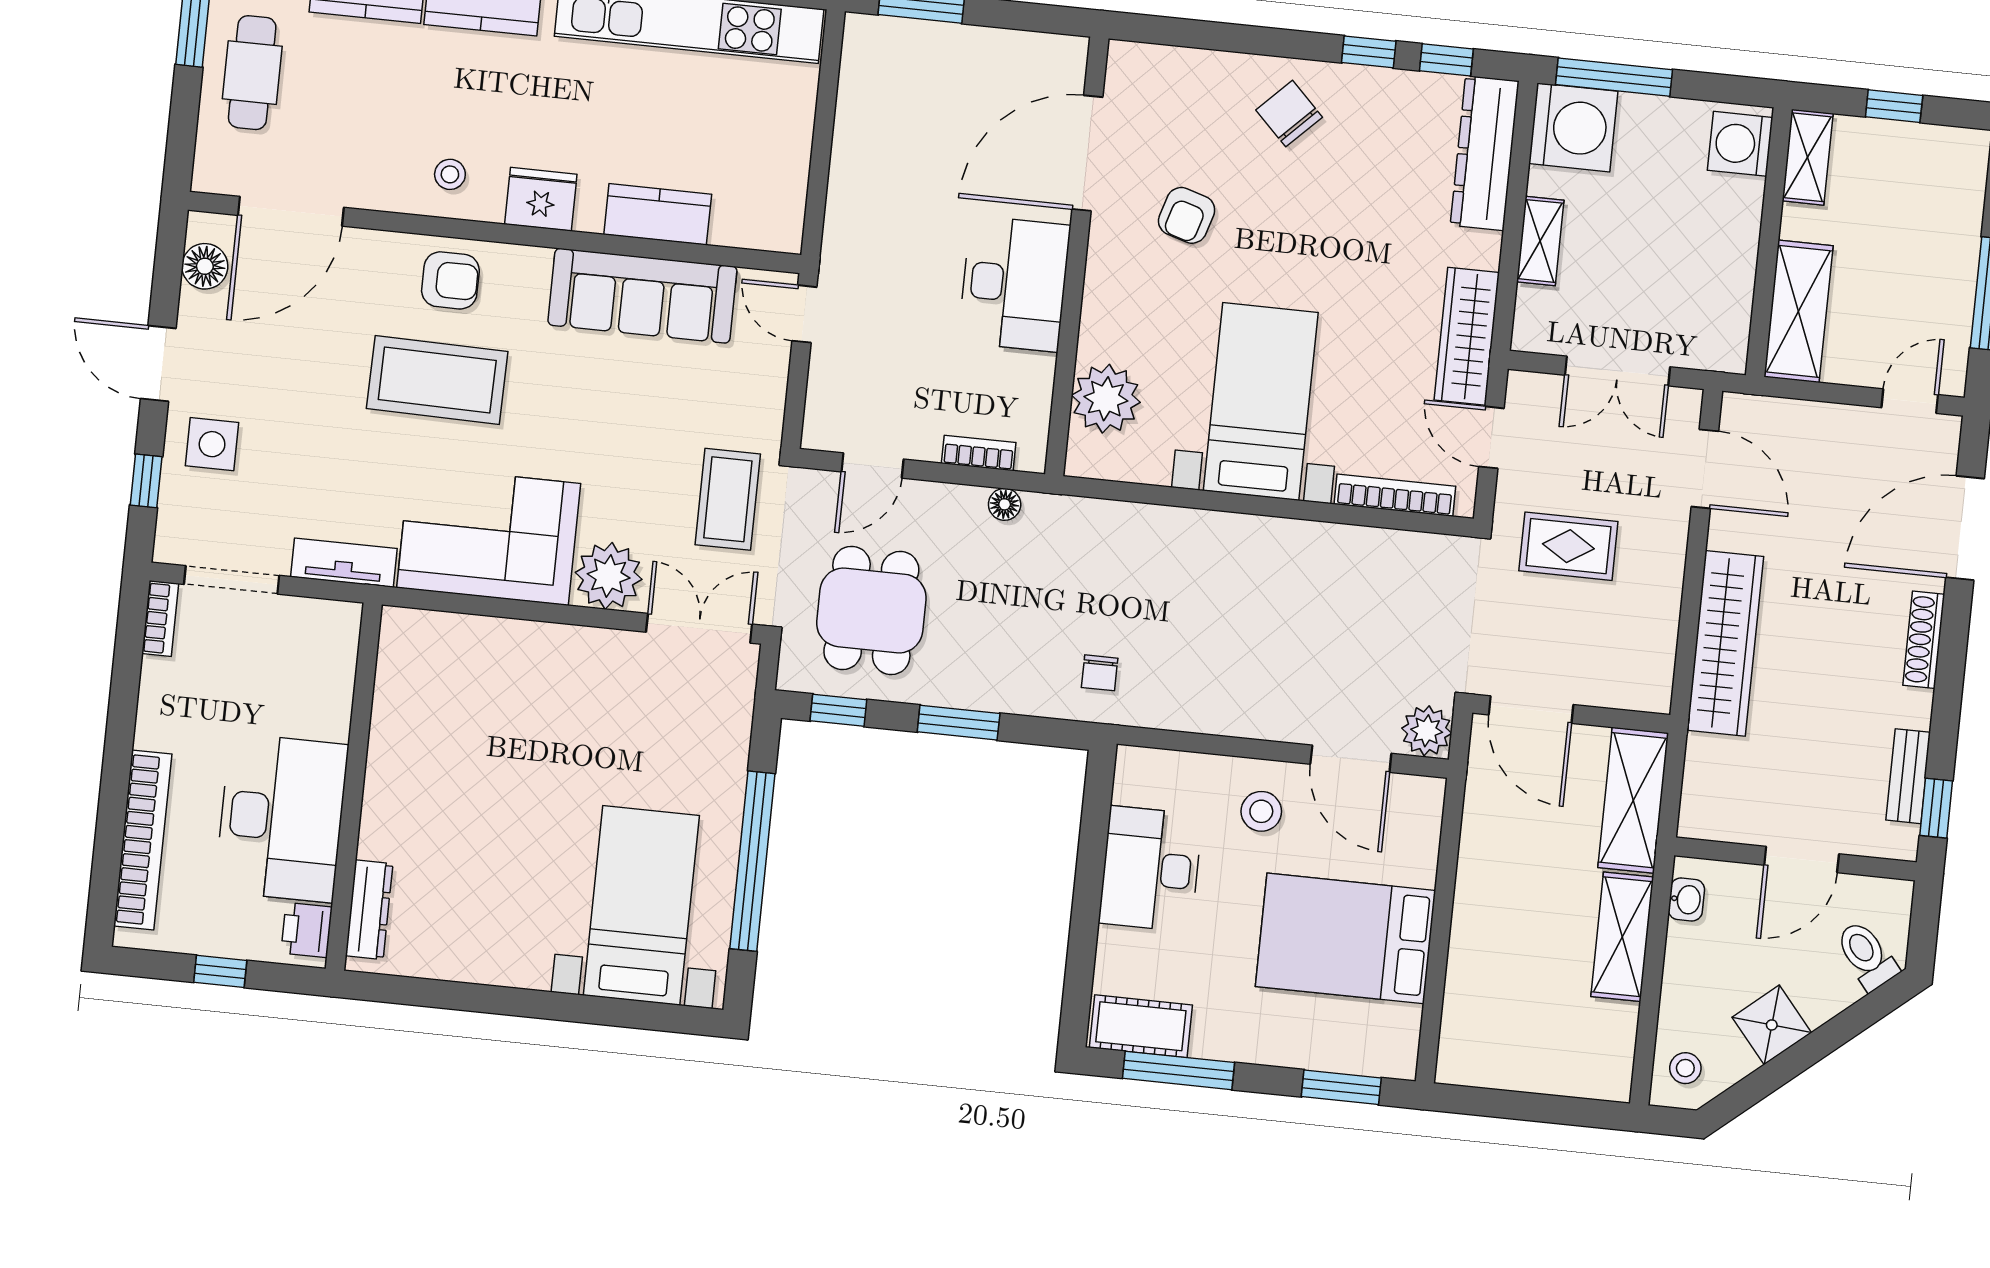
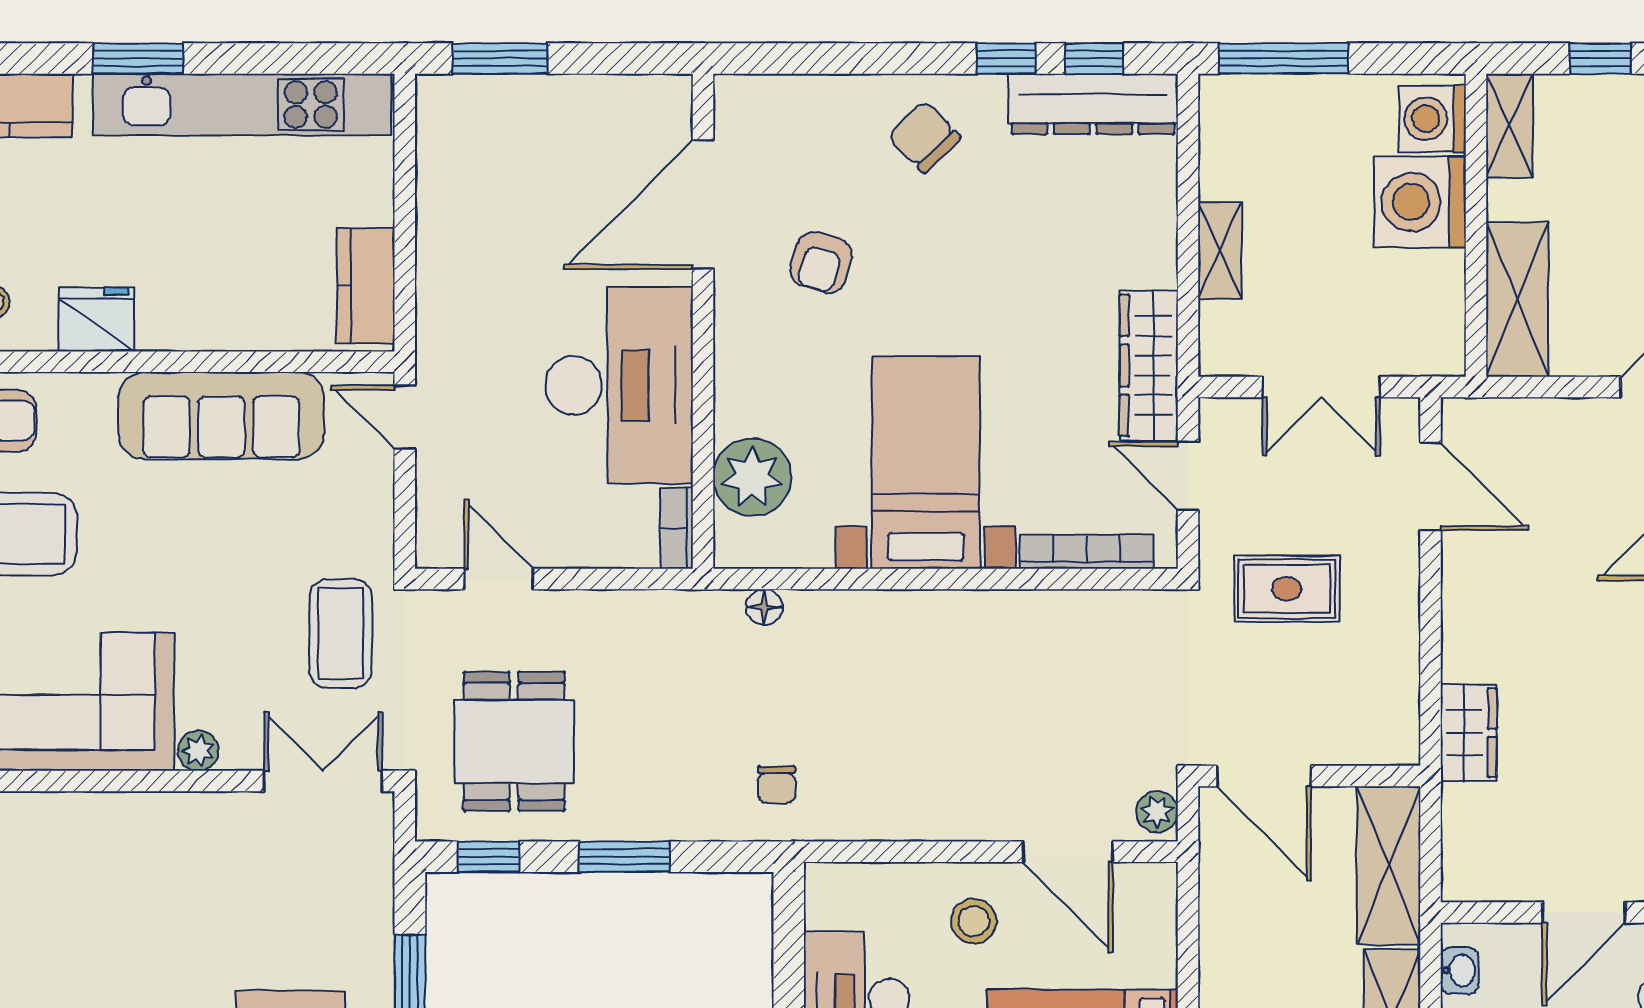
washing machine: (1573, 127) -> (1420, 202), moved, turned 180
dresser: (1485, 153) -> (1093, 104), moved, turned -90
kitchen counter: (658, 214) -> (366, 286), moved, turned -90
desk: (1014, 284) -> (619, 385), width x1.36, depth x1.30
bookcase: (979, 453) -> (677, 528), moved, turned -90
door: (872, 466) -> (499, 579), swing flipped
floor lamp: (1005, 504) -> (764, 607), moved
plant: (609, 576) -> (198, 751), width x0.53, depth x0.53
wardrobe: (1725, 643) -> (1469, 733), width x0.48, depth x0.85
plant: (1427, 731) -> (1157, 812), width x0.73, depth x0.73

